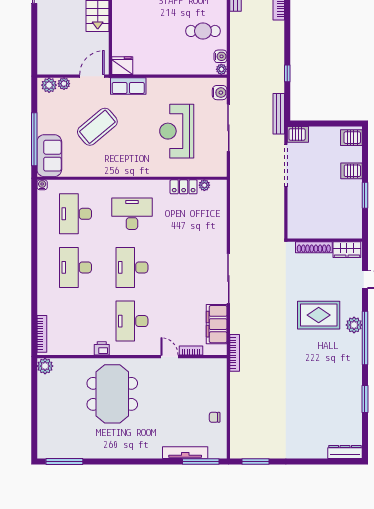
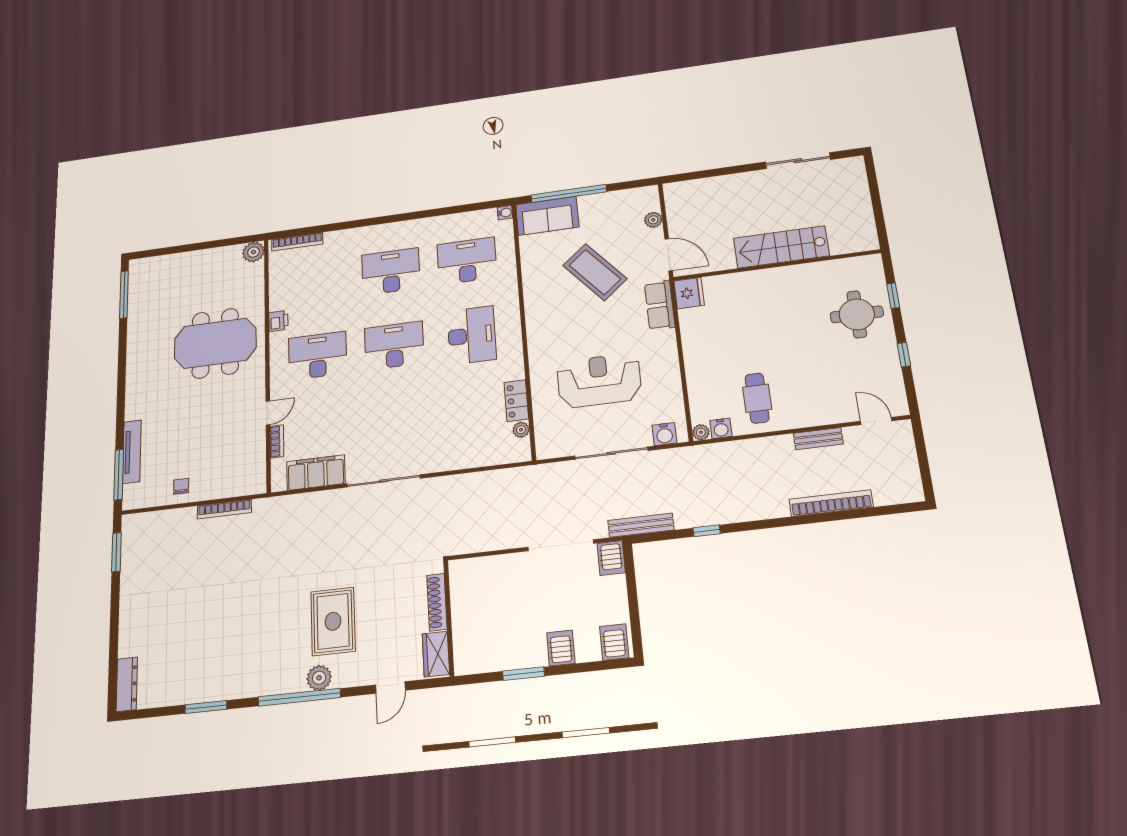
plant: (49, 85) -> (649, 201), removed
bookcase: (235, 353) -> (224, 509), moved

